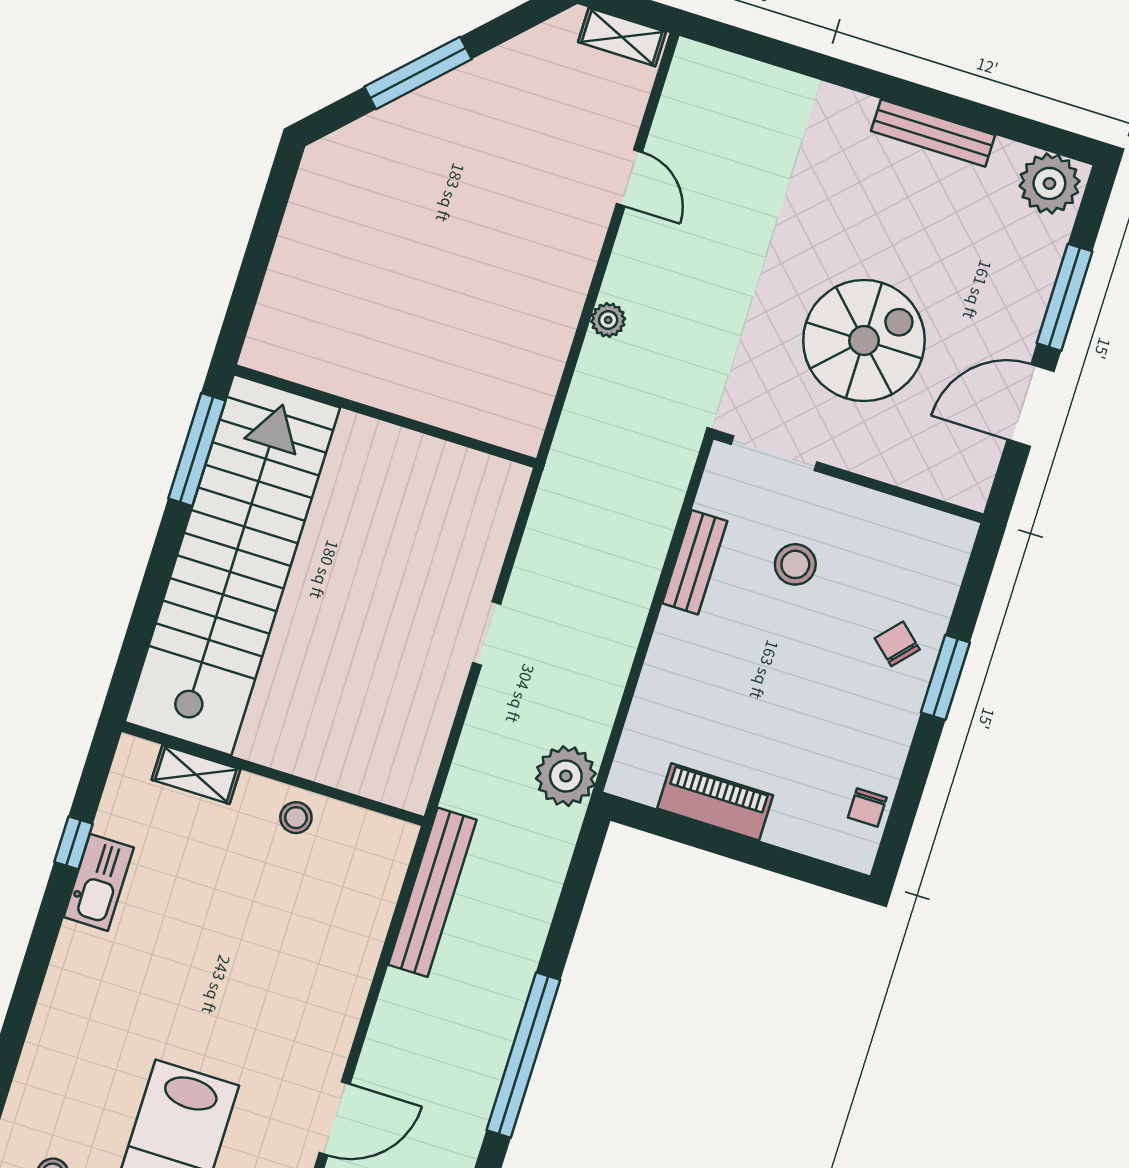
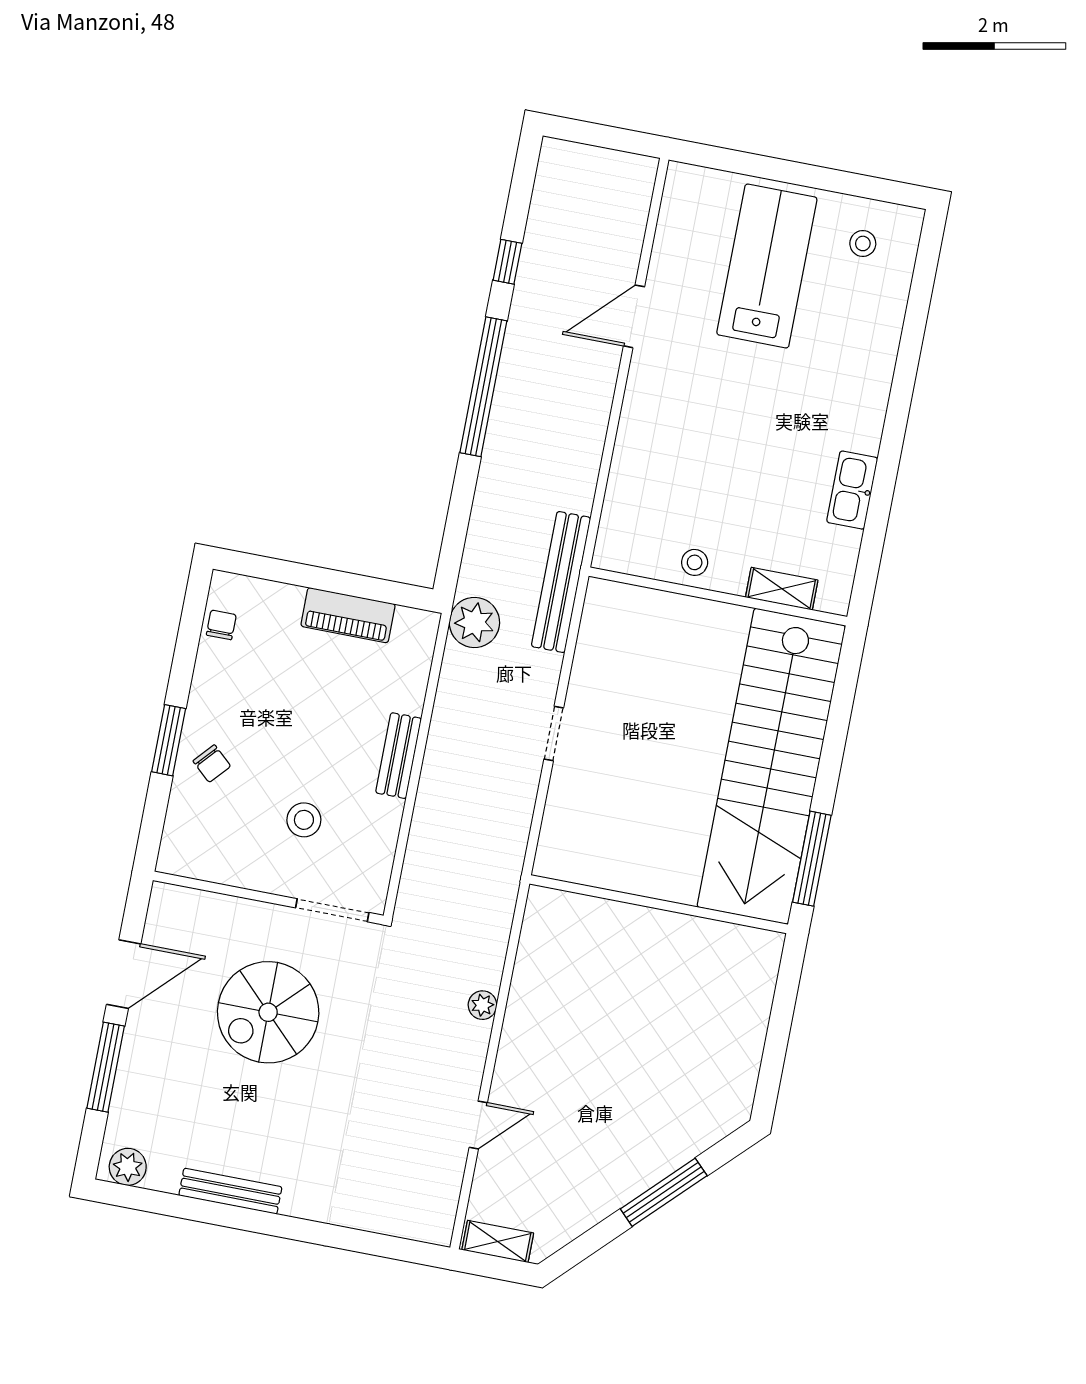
door: (629, 178) -> (478, 1125), swing flipped
plant: (1049, 183) -> (128, 1167), width x0.73, depth x0.73
bench: (695, 562) -> (399, 756), moved
window: (74, 843) -> (877, 520), removed
bench: (432, 892) -> (561, 582), moved

